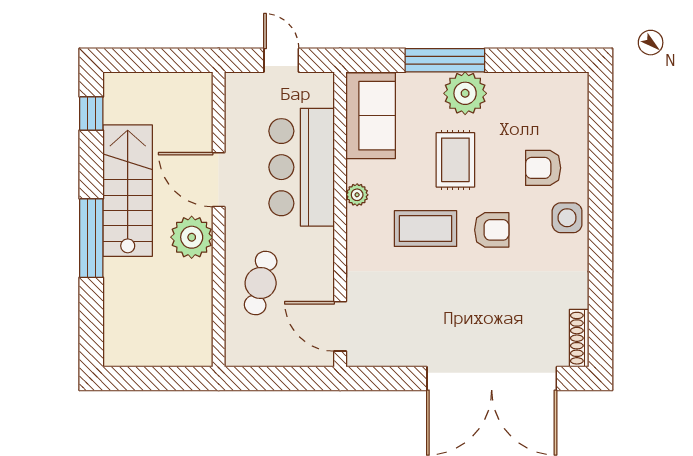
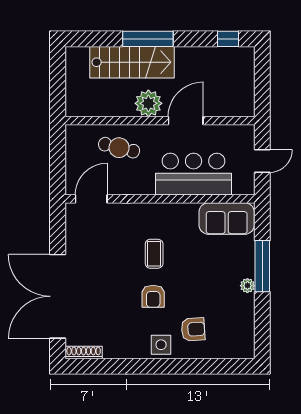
plant: (465, 93) -> (247, 286), width x0.53, depth x0.53
rug: (455, 160) -> (198, 273), removed
armchair: (543, 168) -> (193, 329), turned 86
stairs: (128, 191) -> (132, 62), moved
plant: (357, 195) -> (176, 210), removed
coffee table: (426, 229) -> (154, 254), width x0.73, depth x0.77

